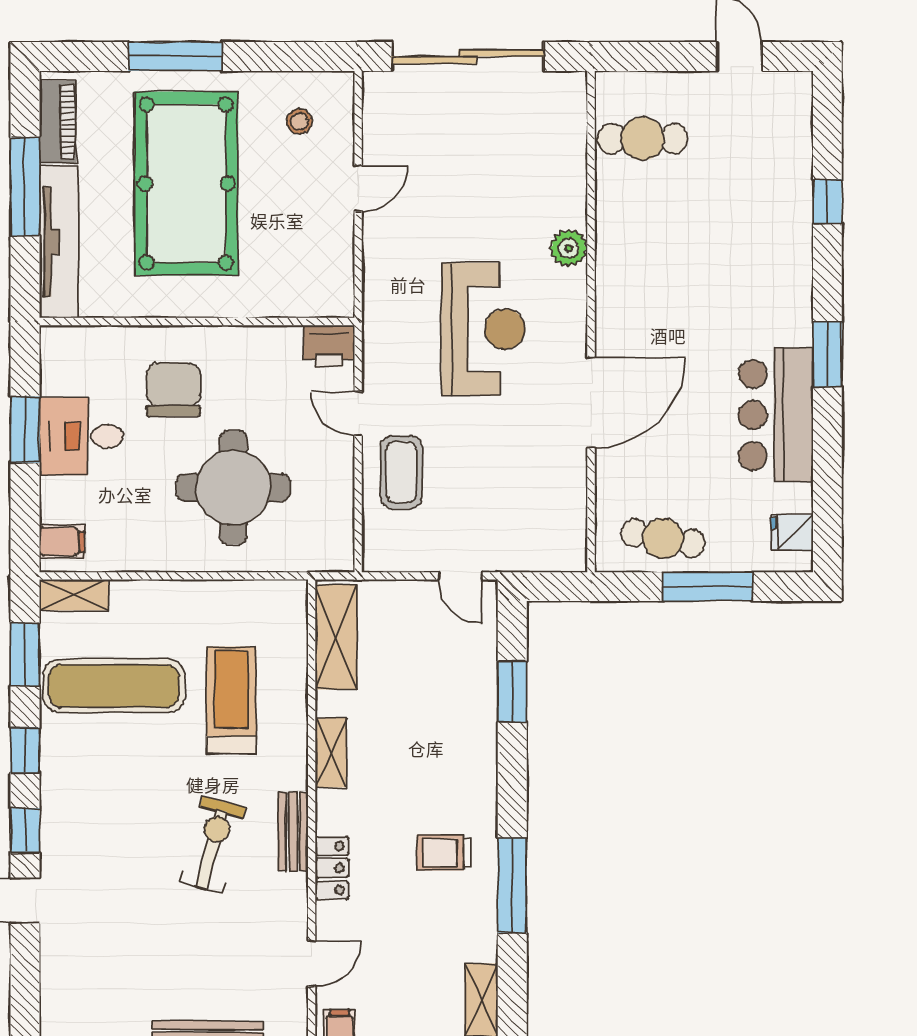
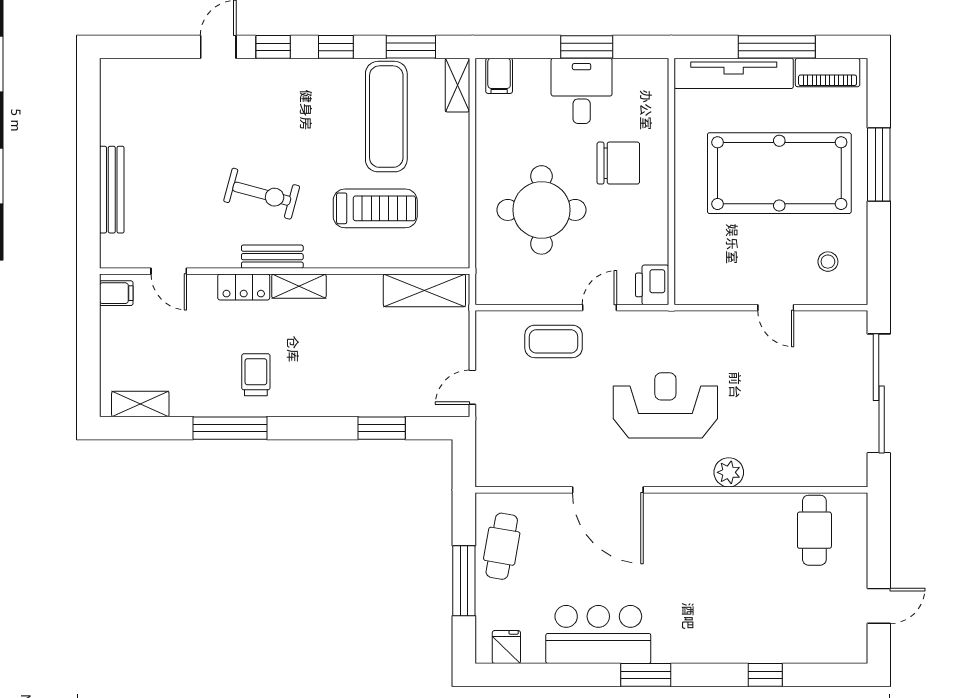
reception desk: (483, 329) -> (665, 405), turned 180
shelving: (331, 753) -> (299, 286), moved

